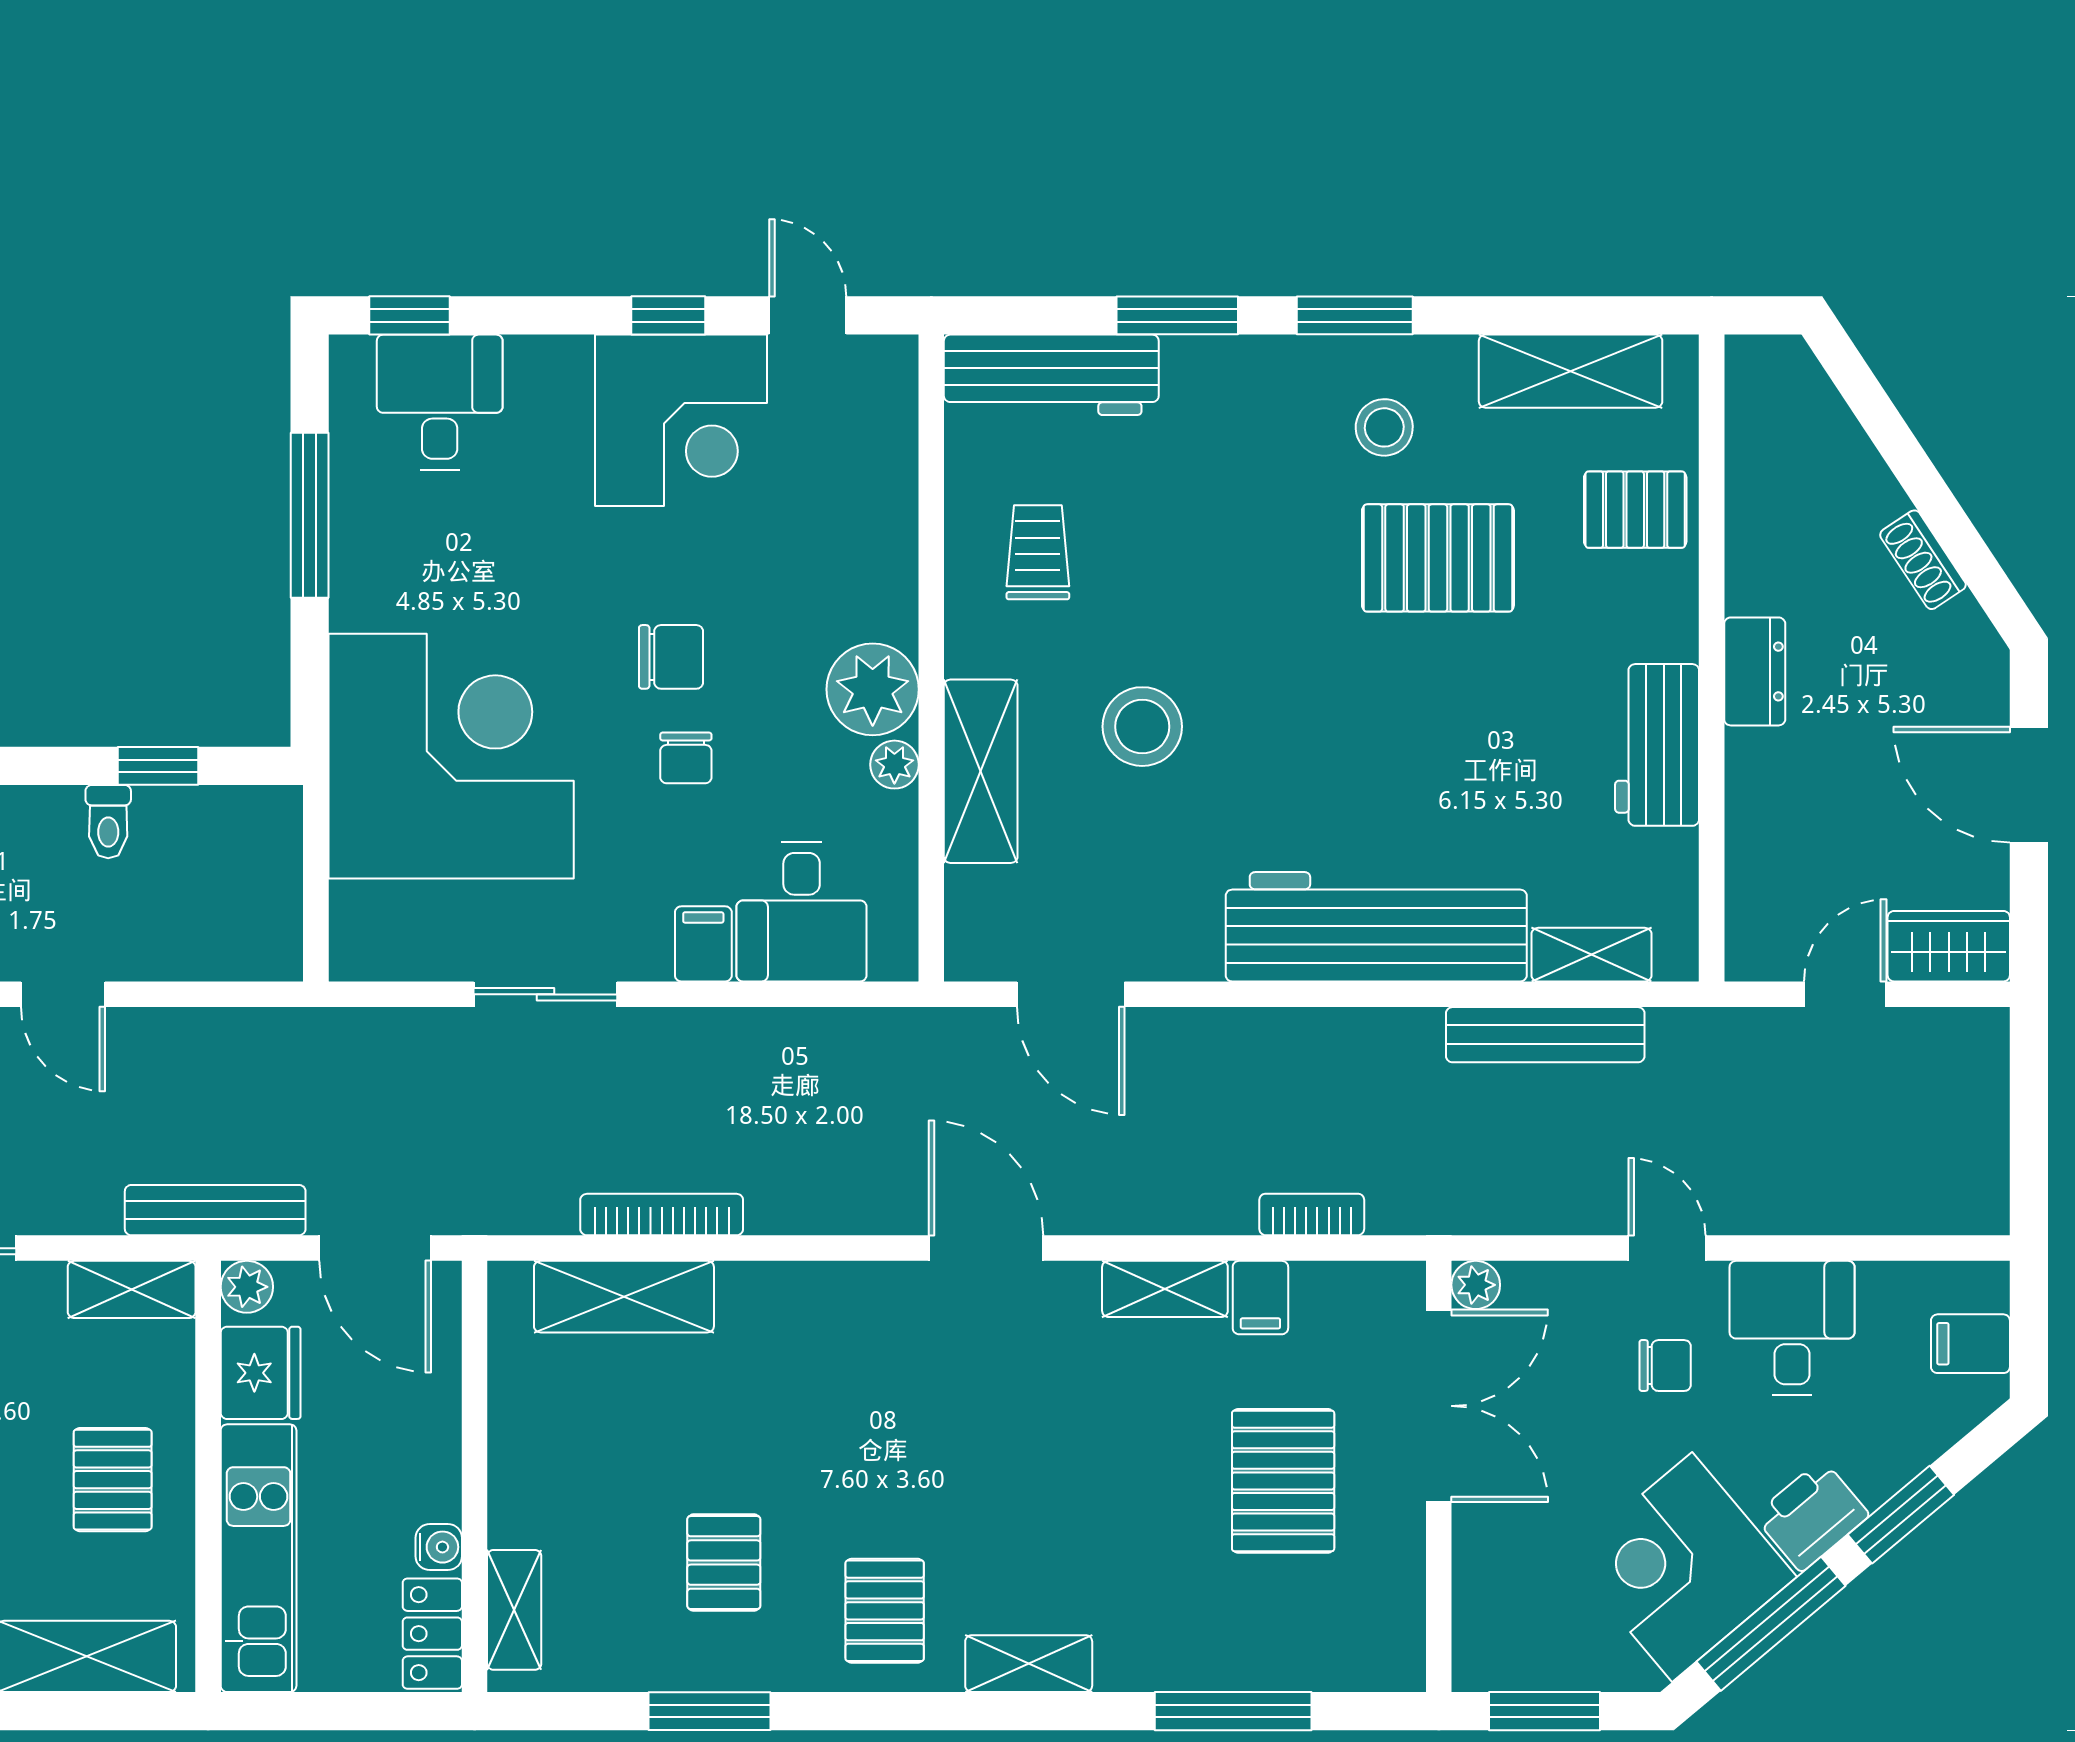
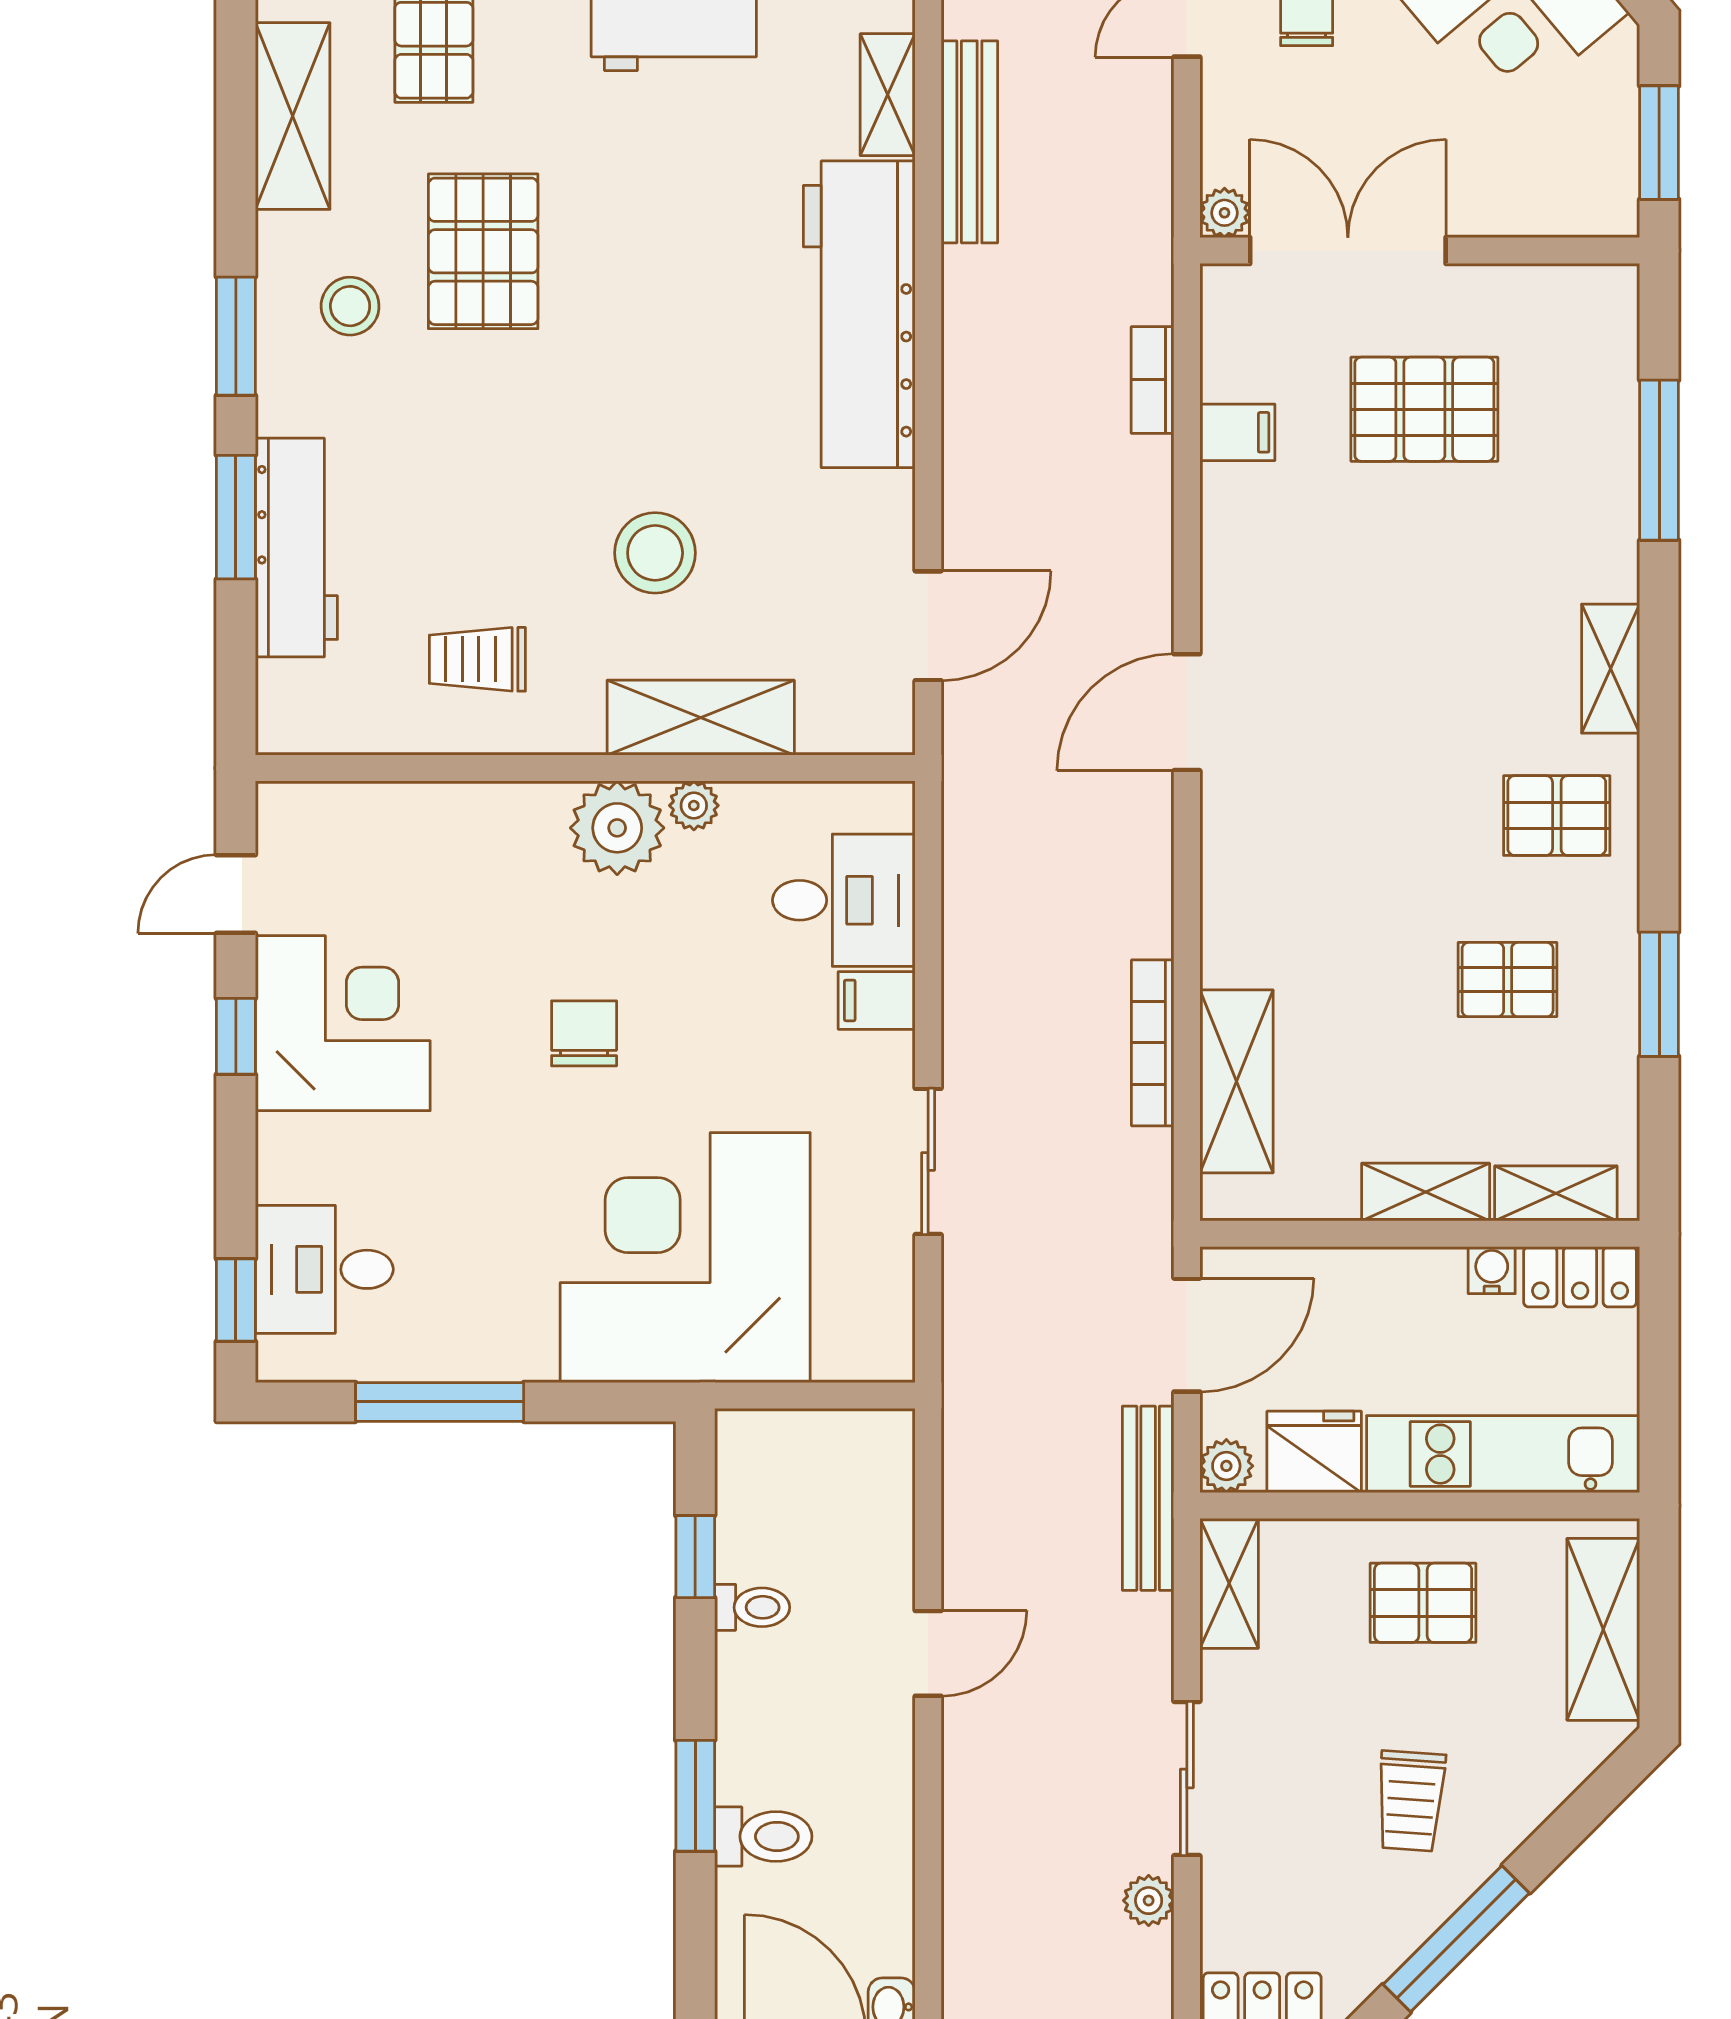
workbench: (1051, 375) -> (296, 548), moved
chair: (686, 758) -> (687, 1018), removed
shelving: (1165, 1289) -> (1426, 1192), moved, turned 90

